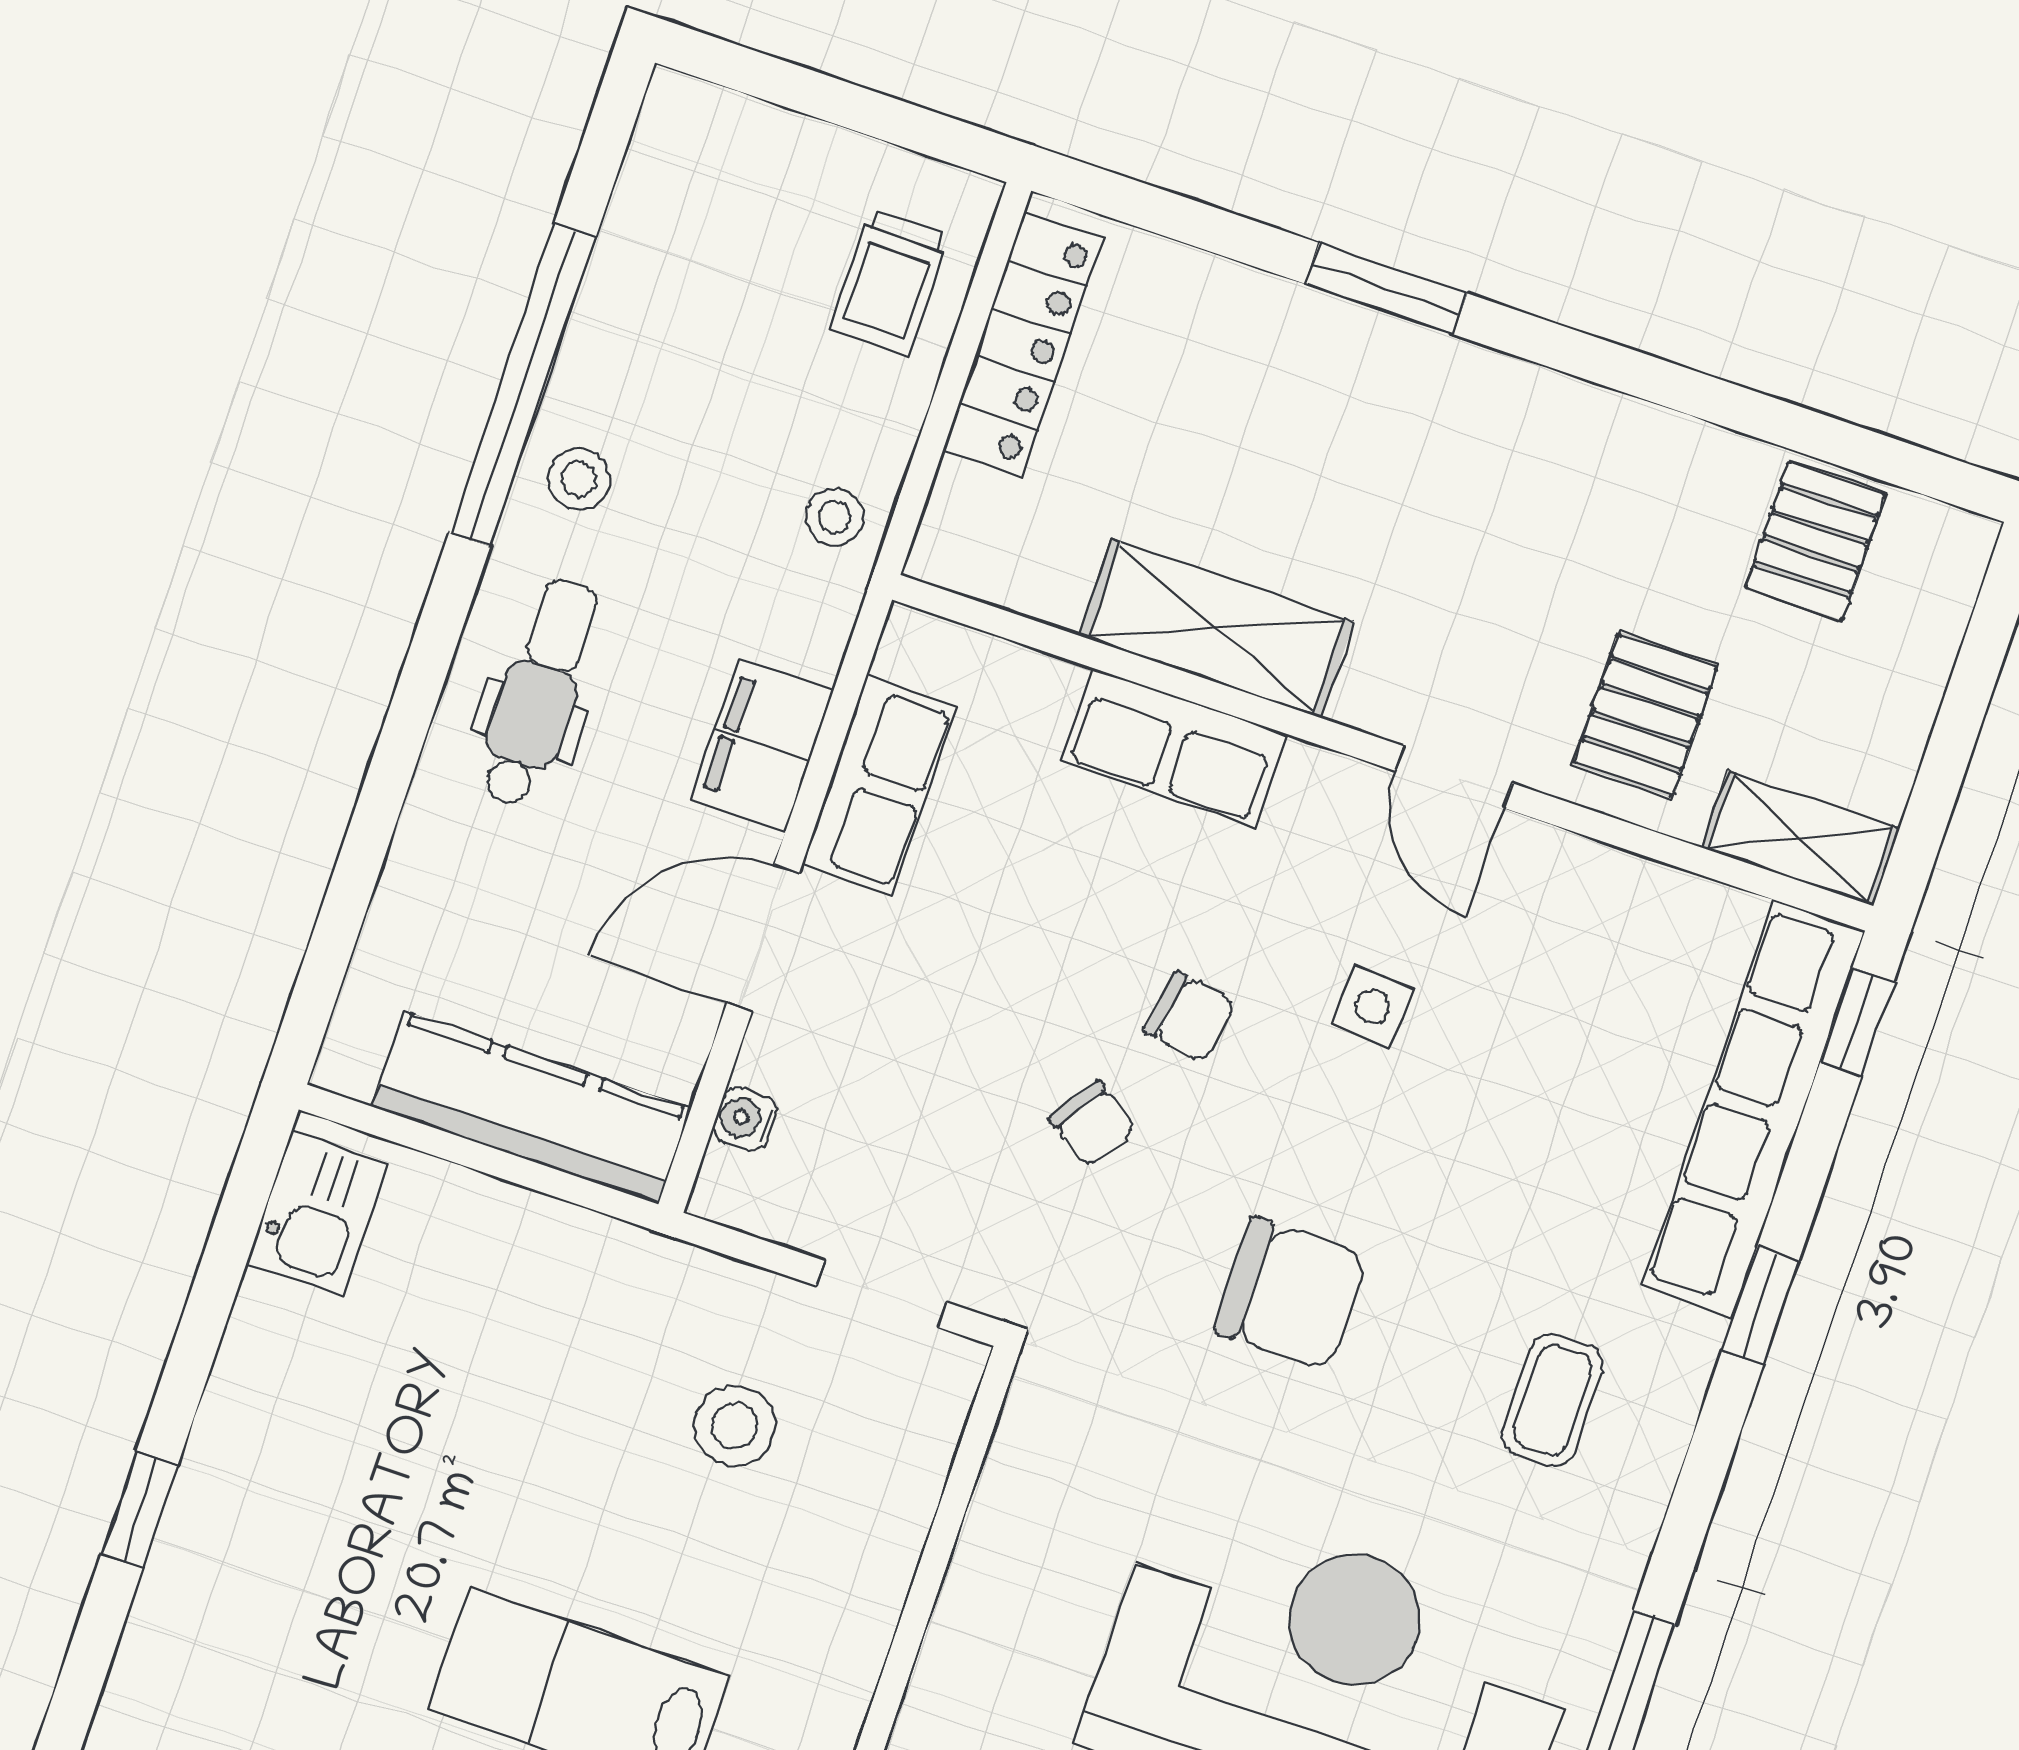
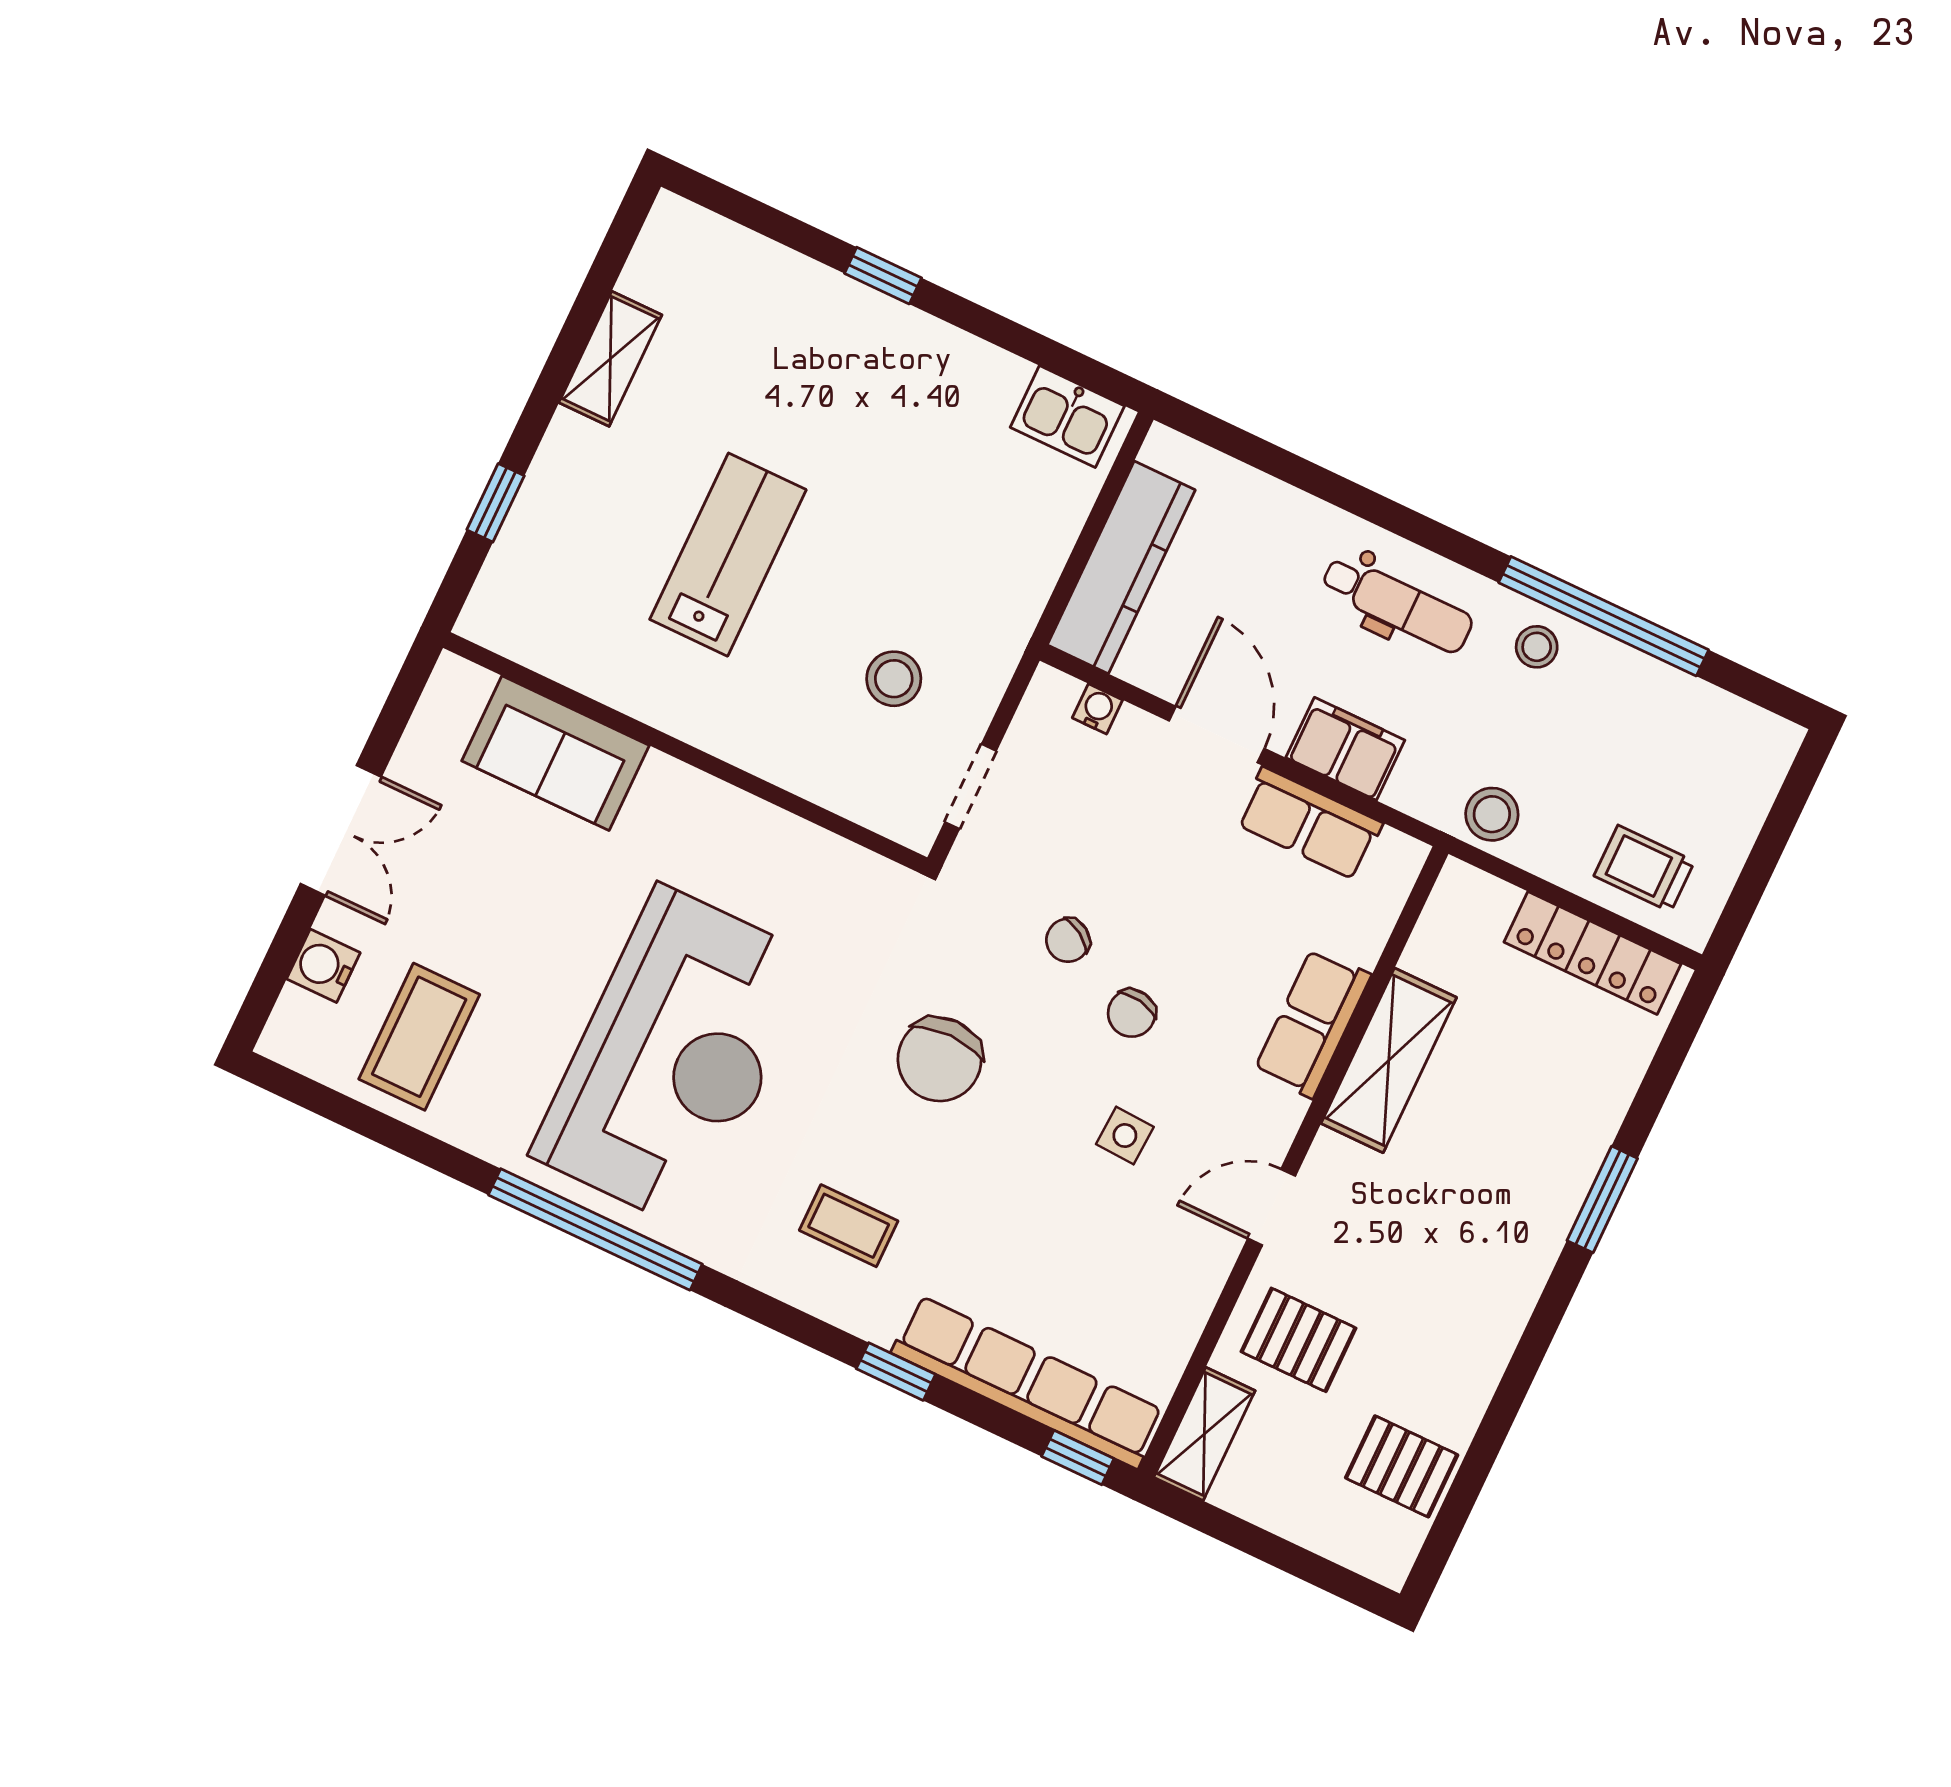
stool: (834, 517) -> (1492, 814), width x1.37, depth x1.37

